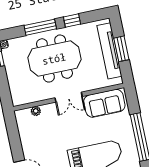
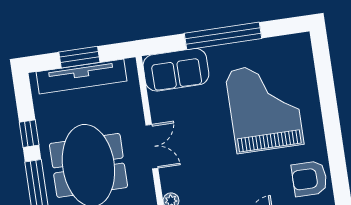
sofa: (104, 103) -> (176, 70), moved, turned 90

